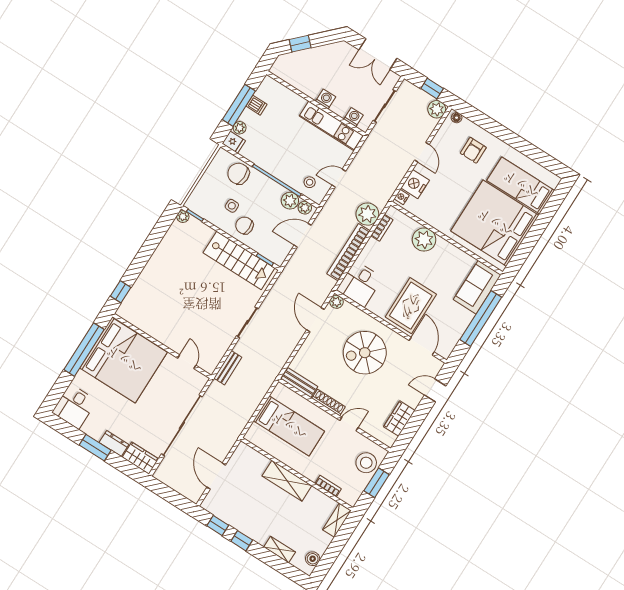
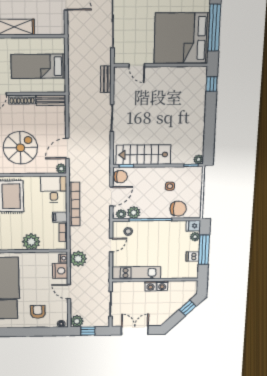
washing machine: (353, 117) -> (162, 286), moved
plant: (367, 214) -> (78, 259), moved
chair: (244, 226) -> (121, 177), moved
filing cabinet: (374, 248) -> (60, 217), added
door: (315, 320) -> (67, 148), swing flipped

